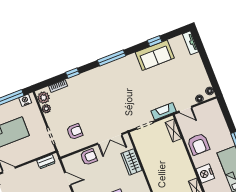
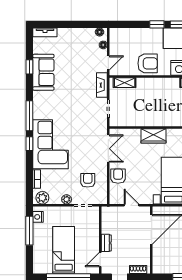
window: (73, 73) -> (29, 144), moved
corner sofa: (94, 86) -> (51, 144), added
plant: (46, 109) -> (67, 199), moved
dresser: (46, 162) -> (106, 243), moved
wardrobe: (132, 162) -> (154, 136), moved
door: (68, 179) -> (132, 205), hinge flipped

